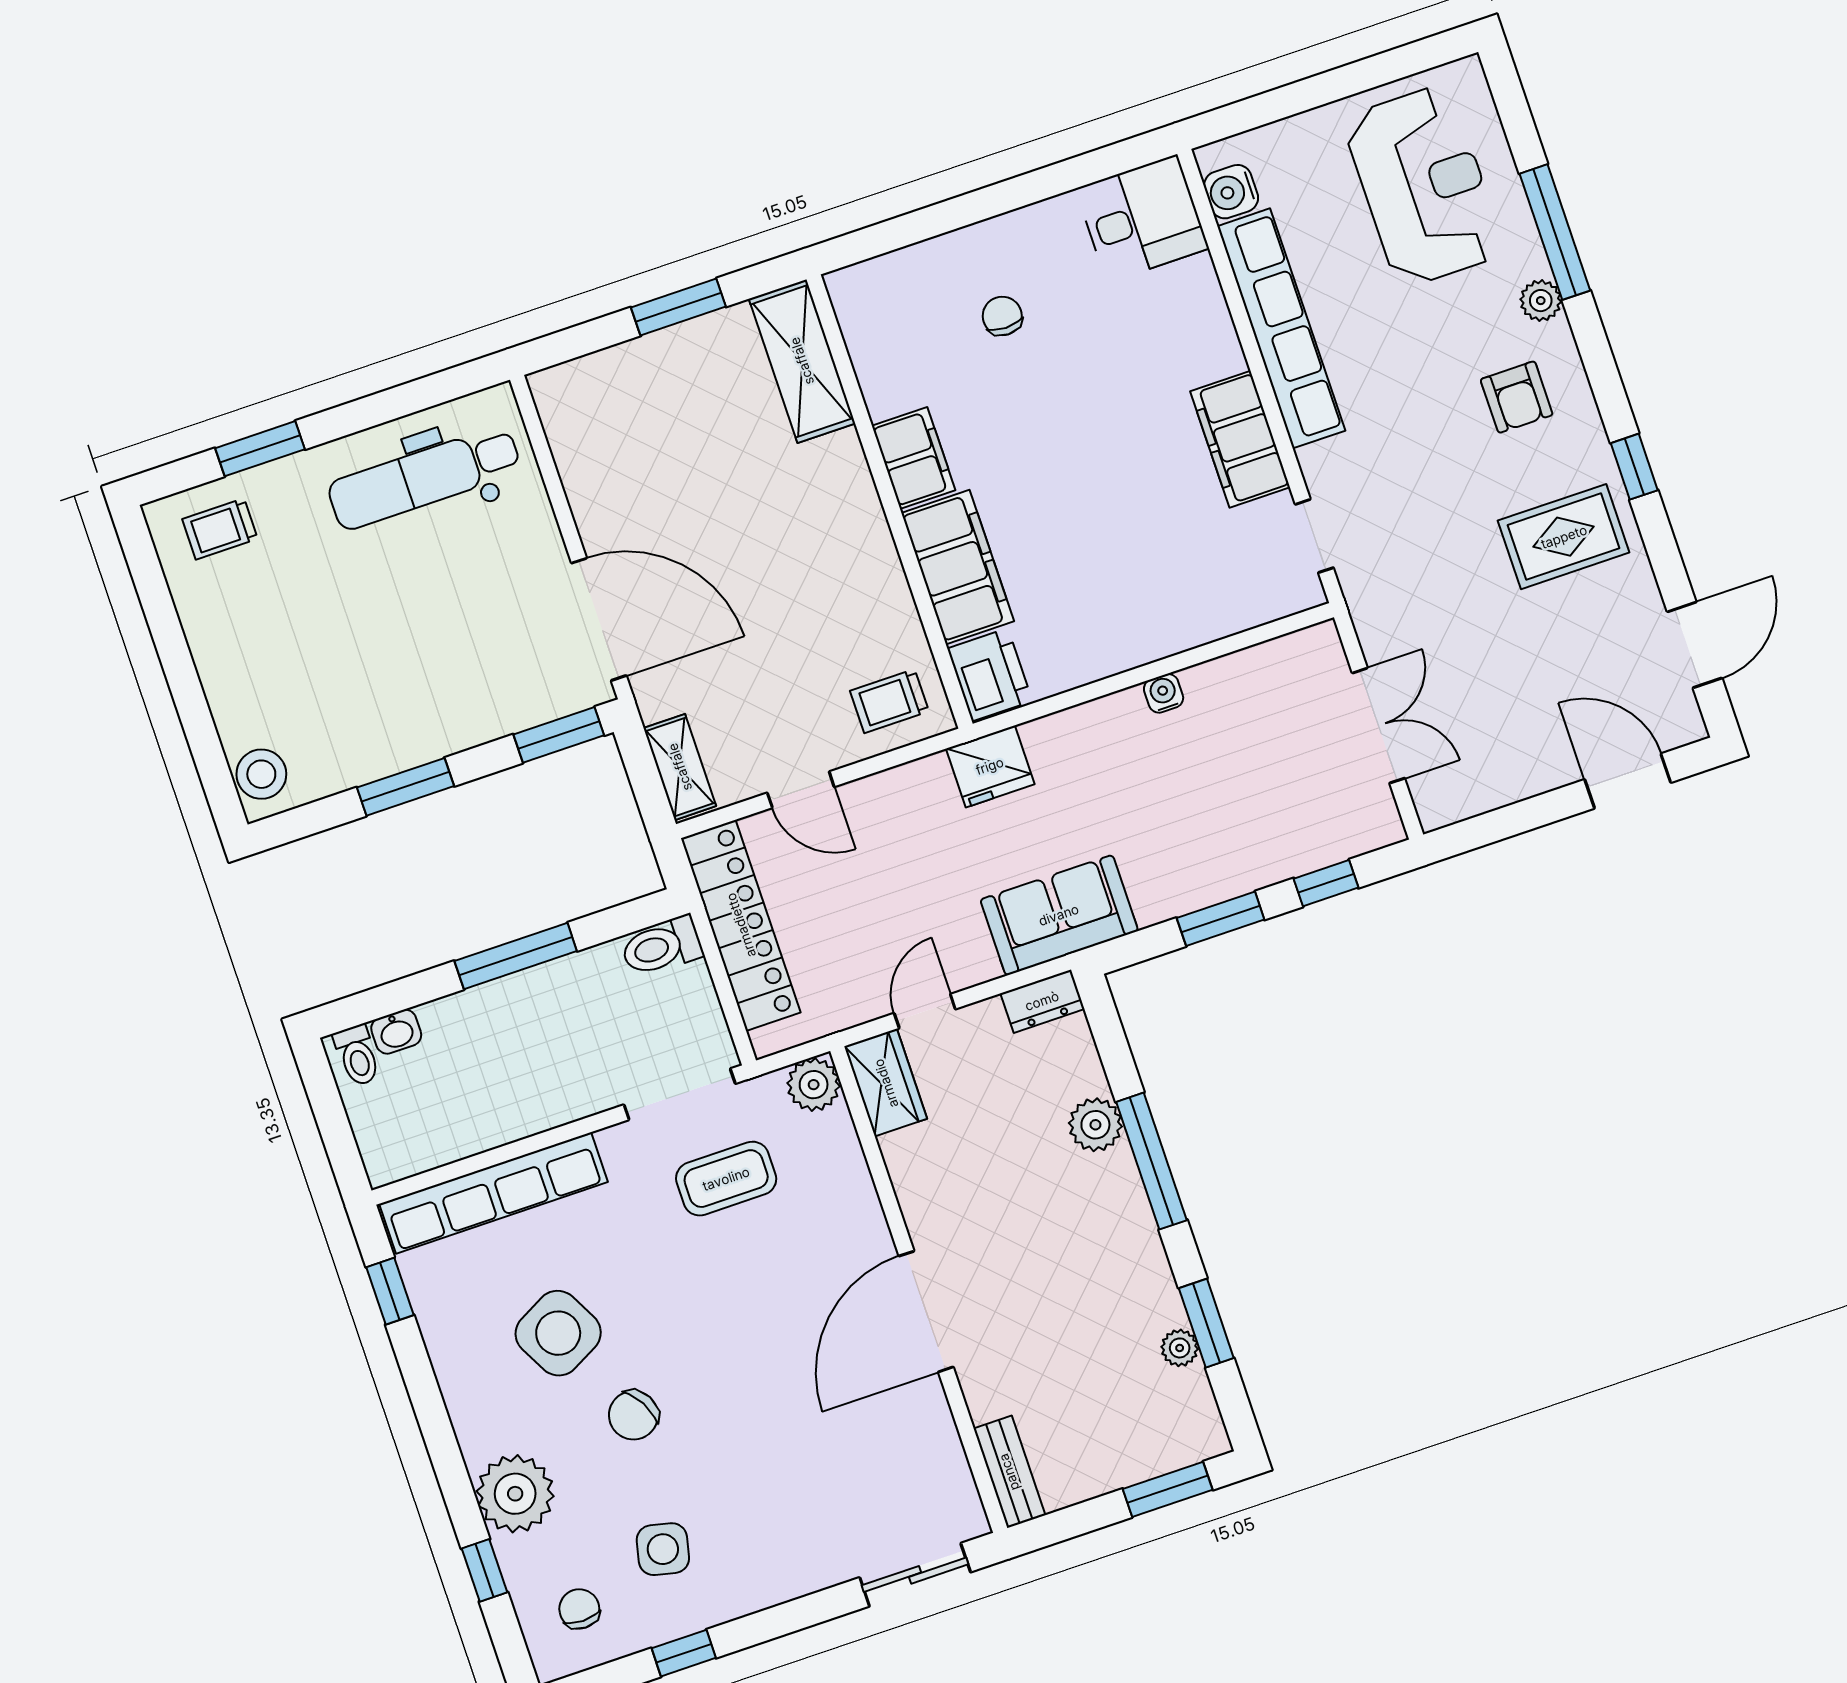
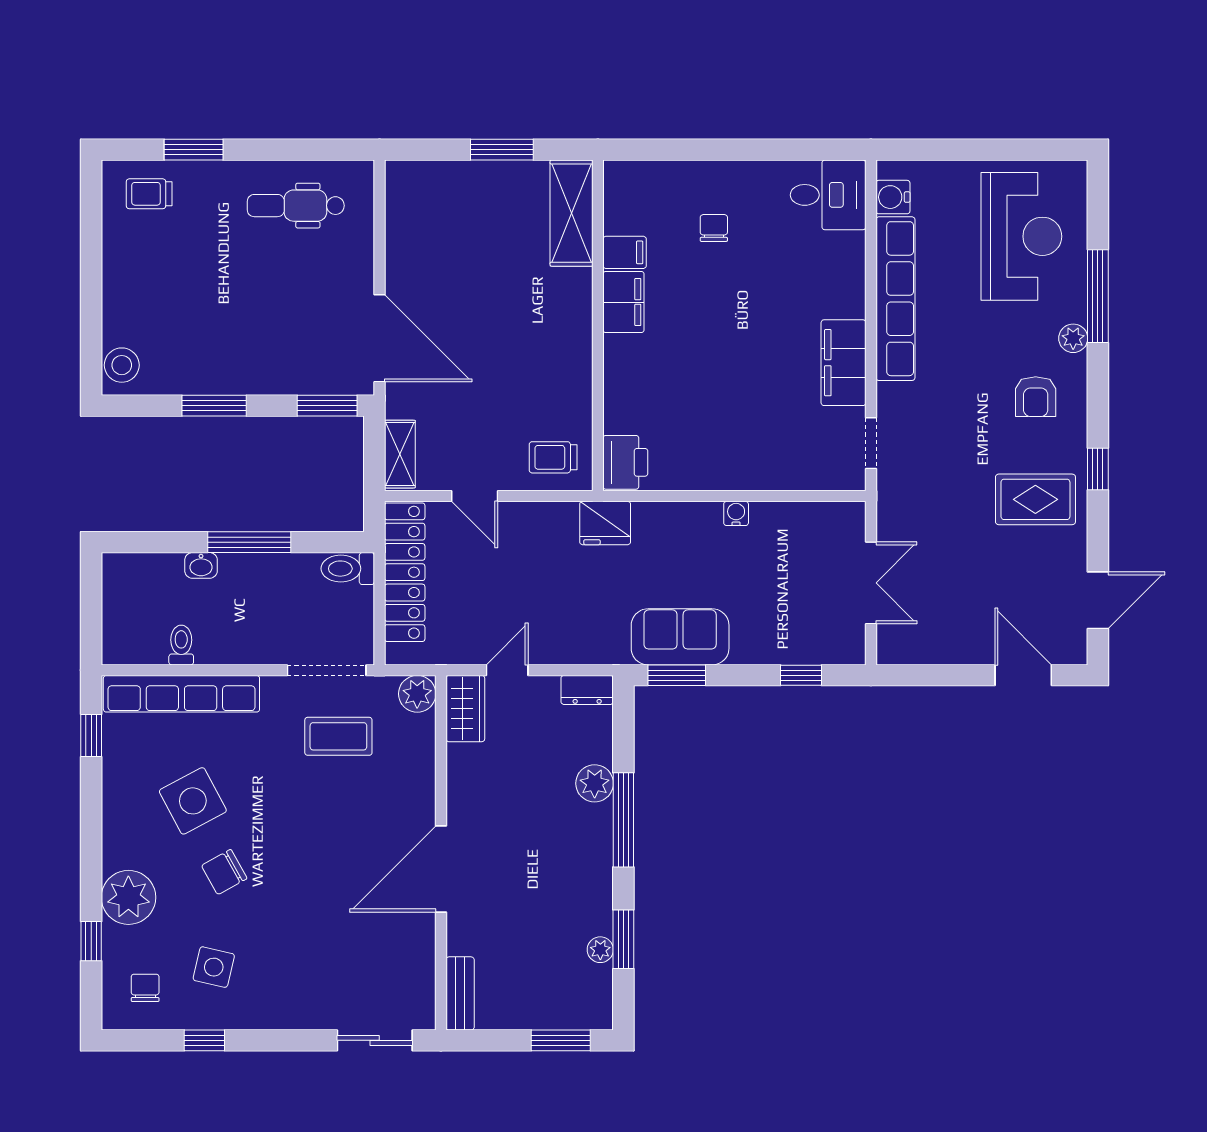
dental chair: (424, 478) -> (296, 206), width x0.73, depth x0.72
filing cabinet: (958, 567) -> (625, 252), moved, width x0.33, depth x0.86
sofa: (1059, 915) -> (680, 637), moved
window: (1221, 919) -> (677, 675), moved
washbasin: (396, 1032) -> (201, 565), moved
toilet: (357, 1055) -> (181, 645), moved, turned 180

